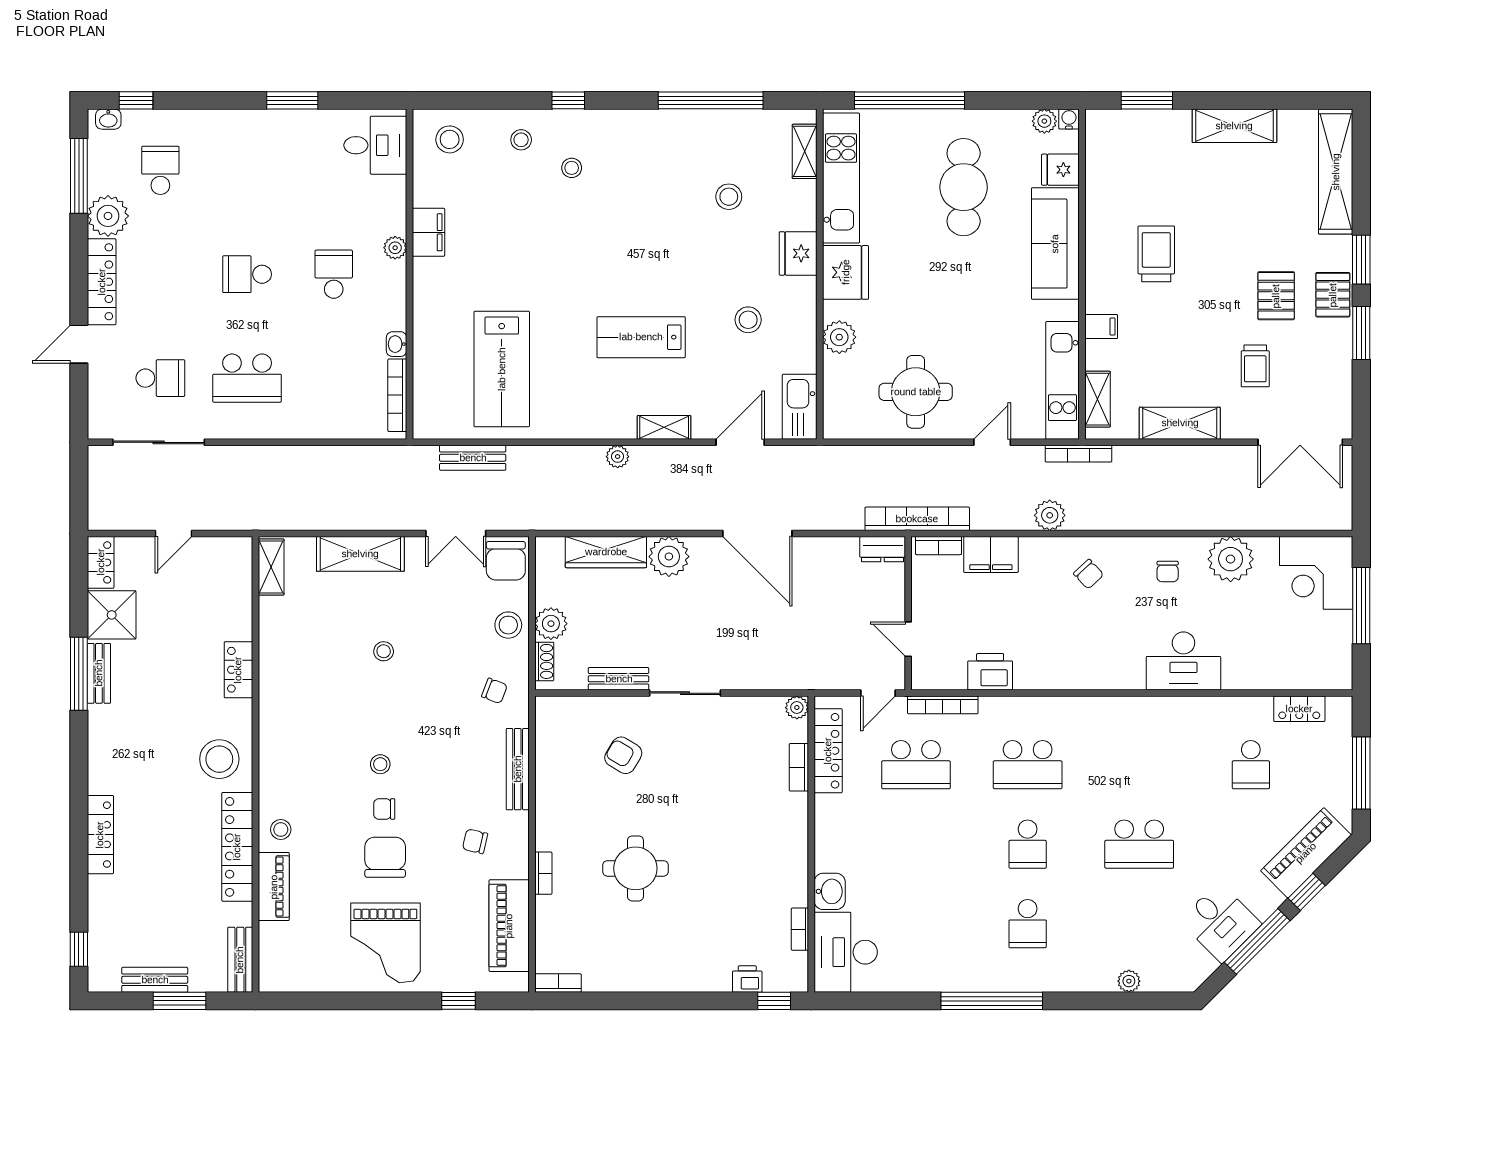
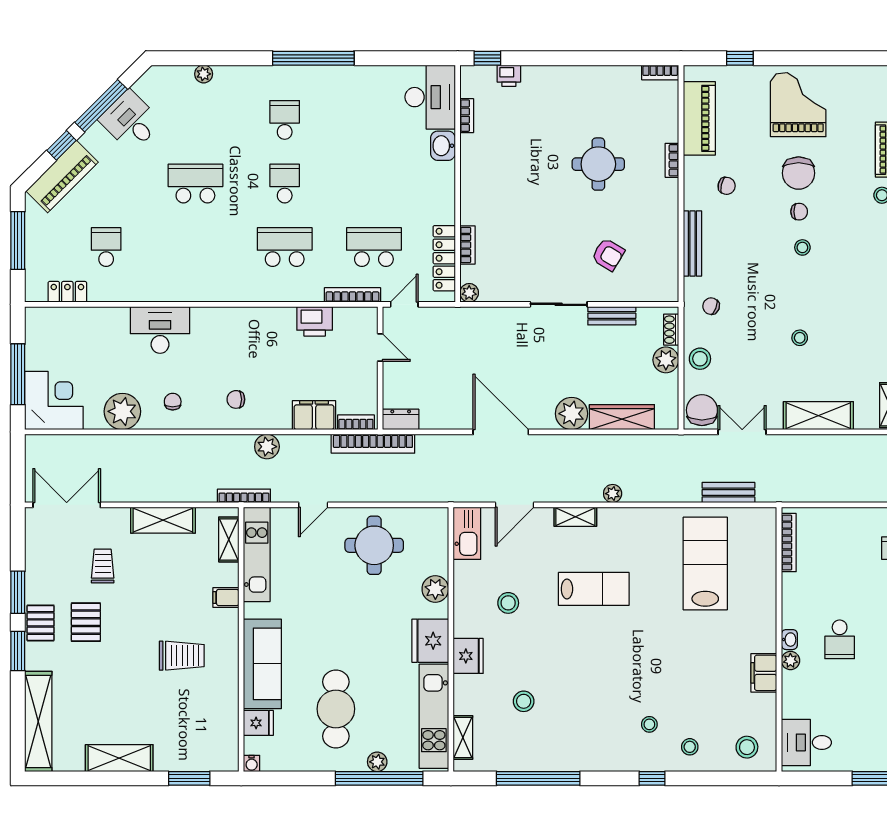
plant: (1044, 121) -> (377, 762), moved
trolley: (1156, 254) -> (182, 656), turned -90
washbasin: (397, 344) -> (789, 640), moved
chair: (1089, 574) -> (236, 399), turned -47

